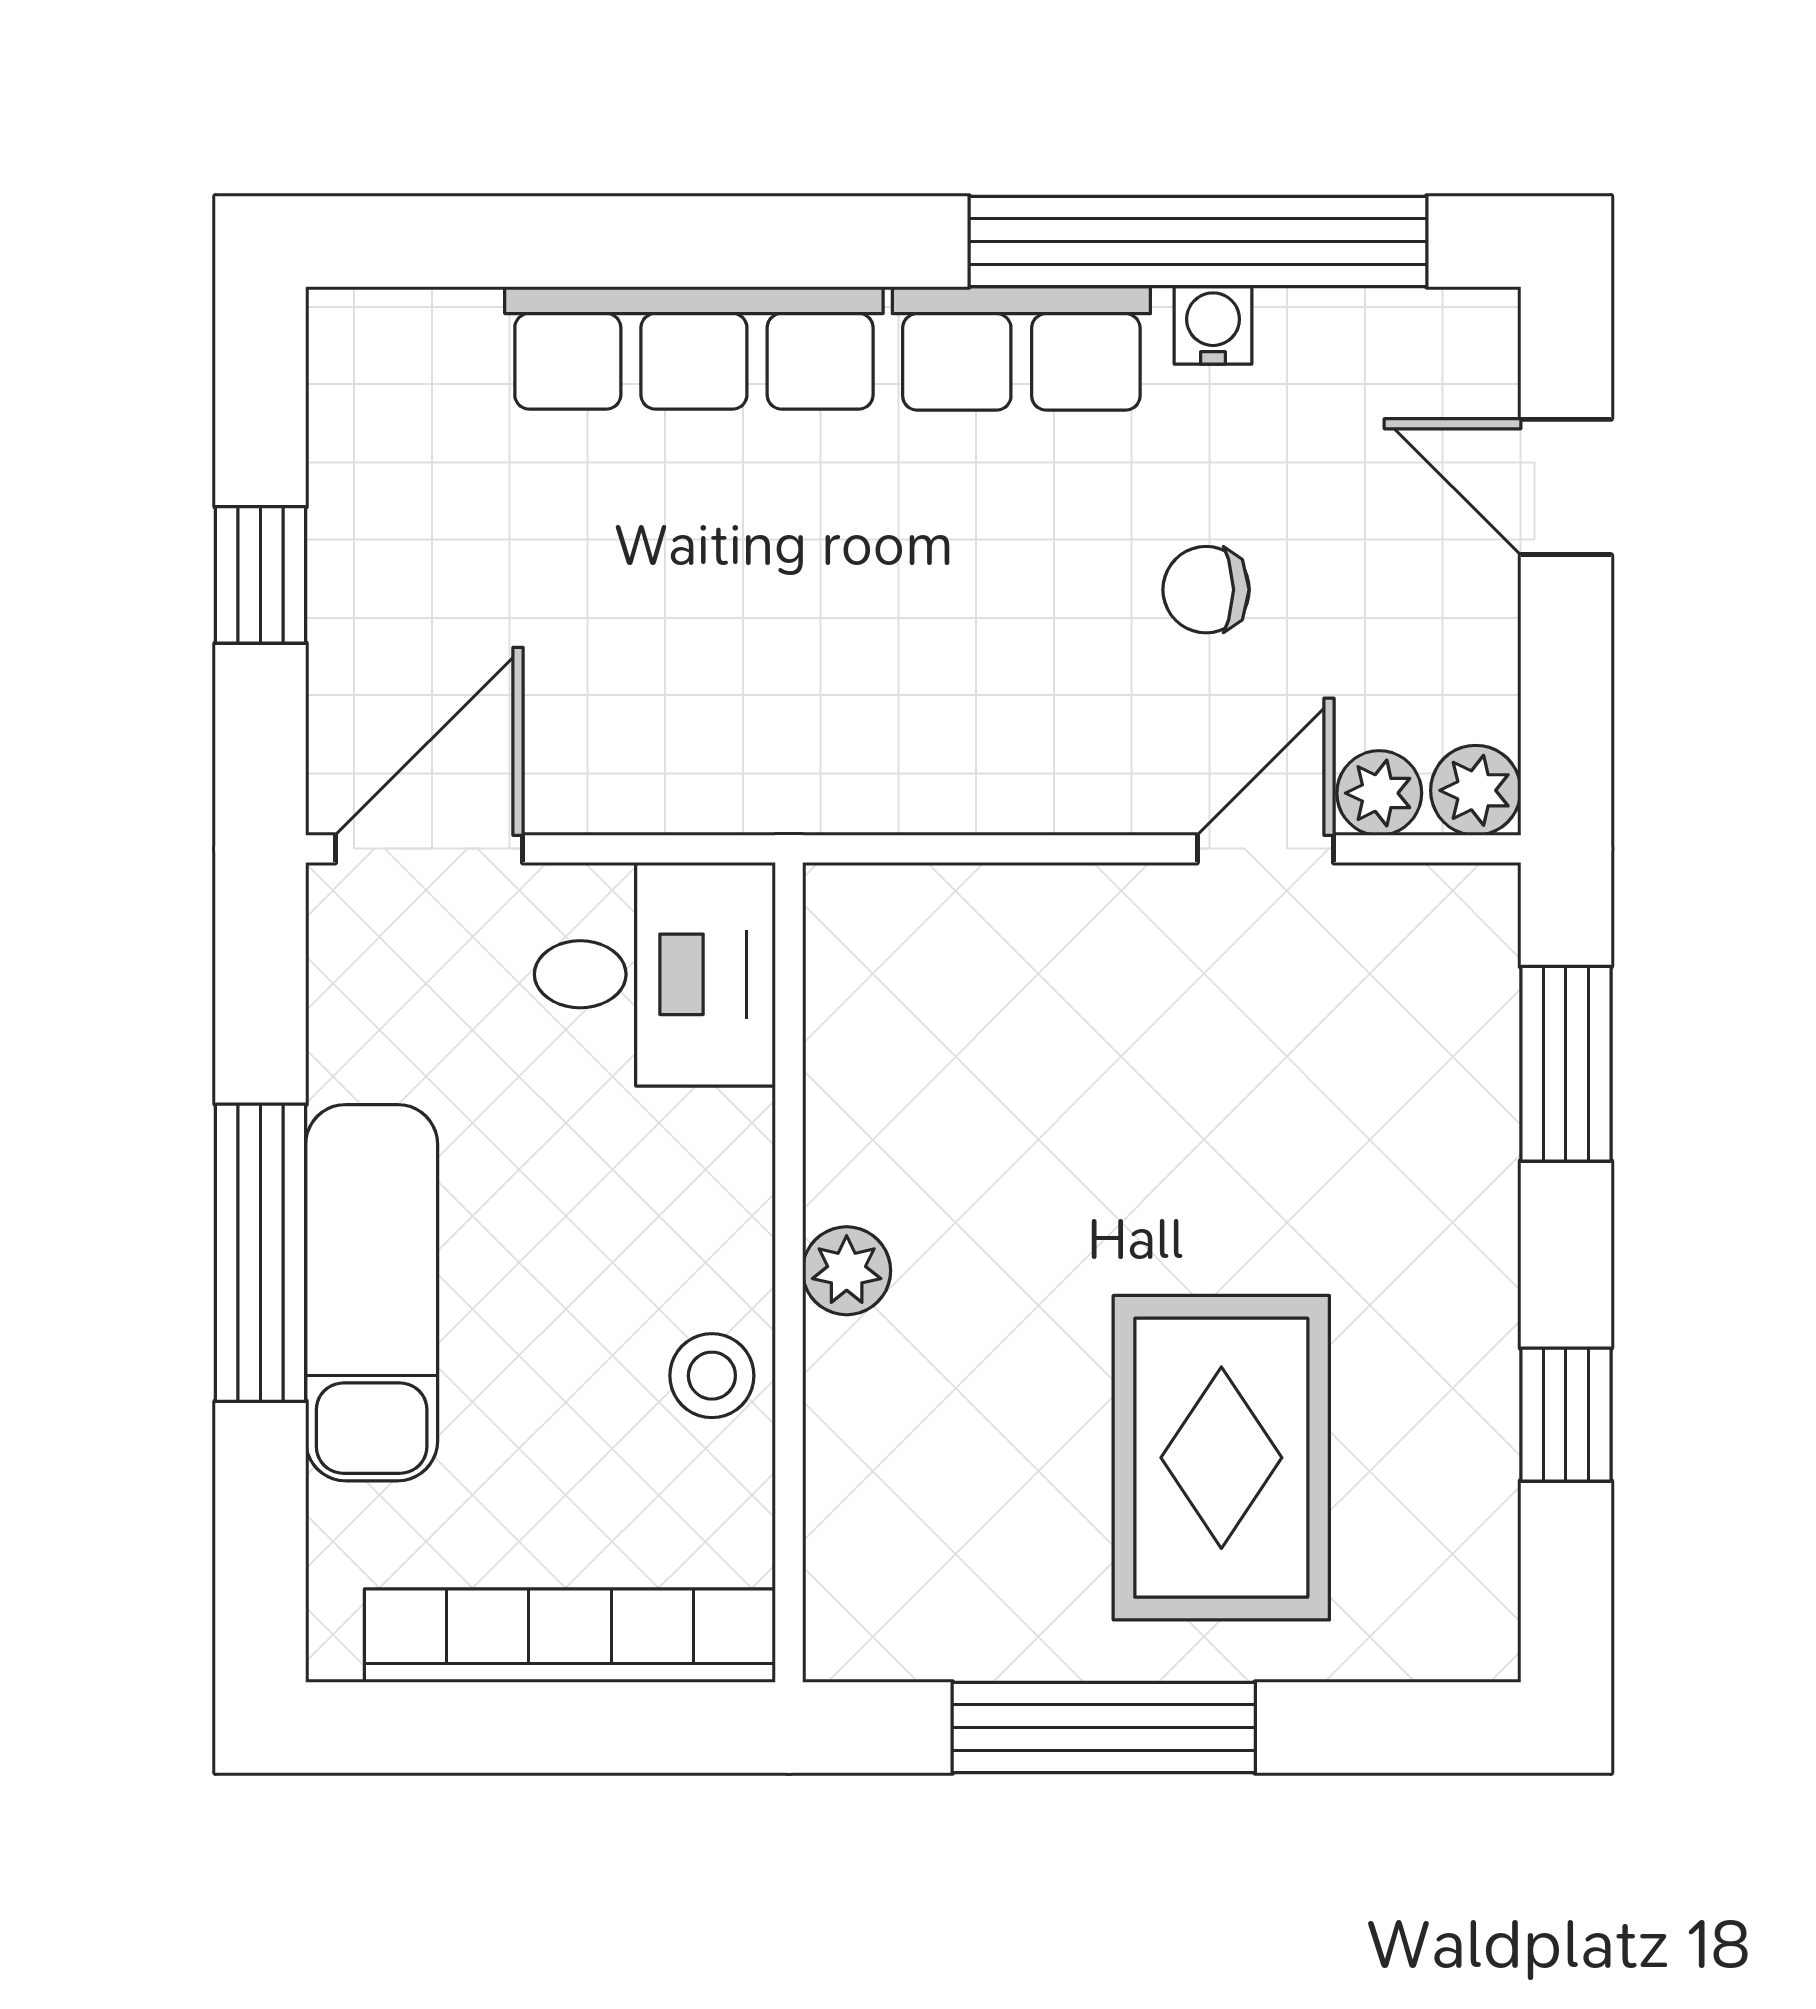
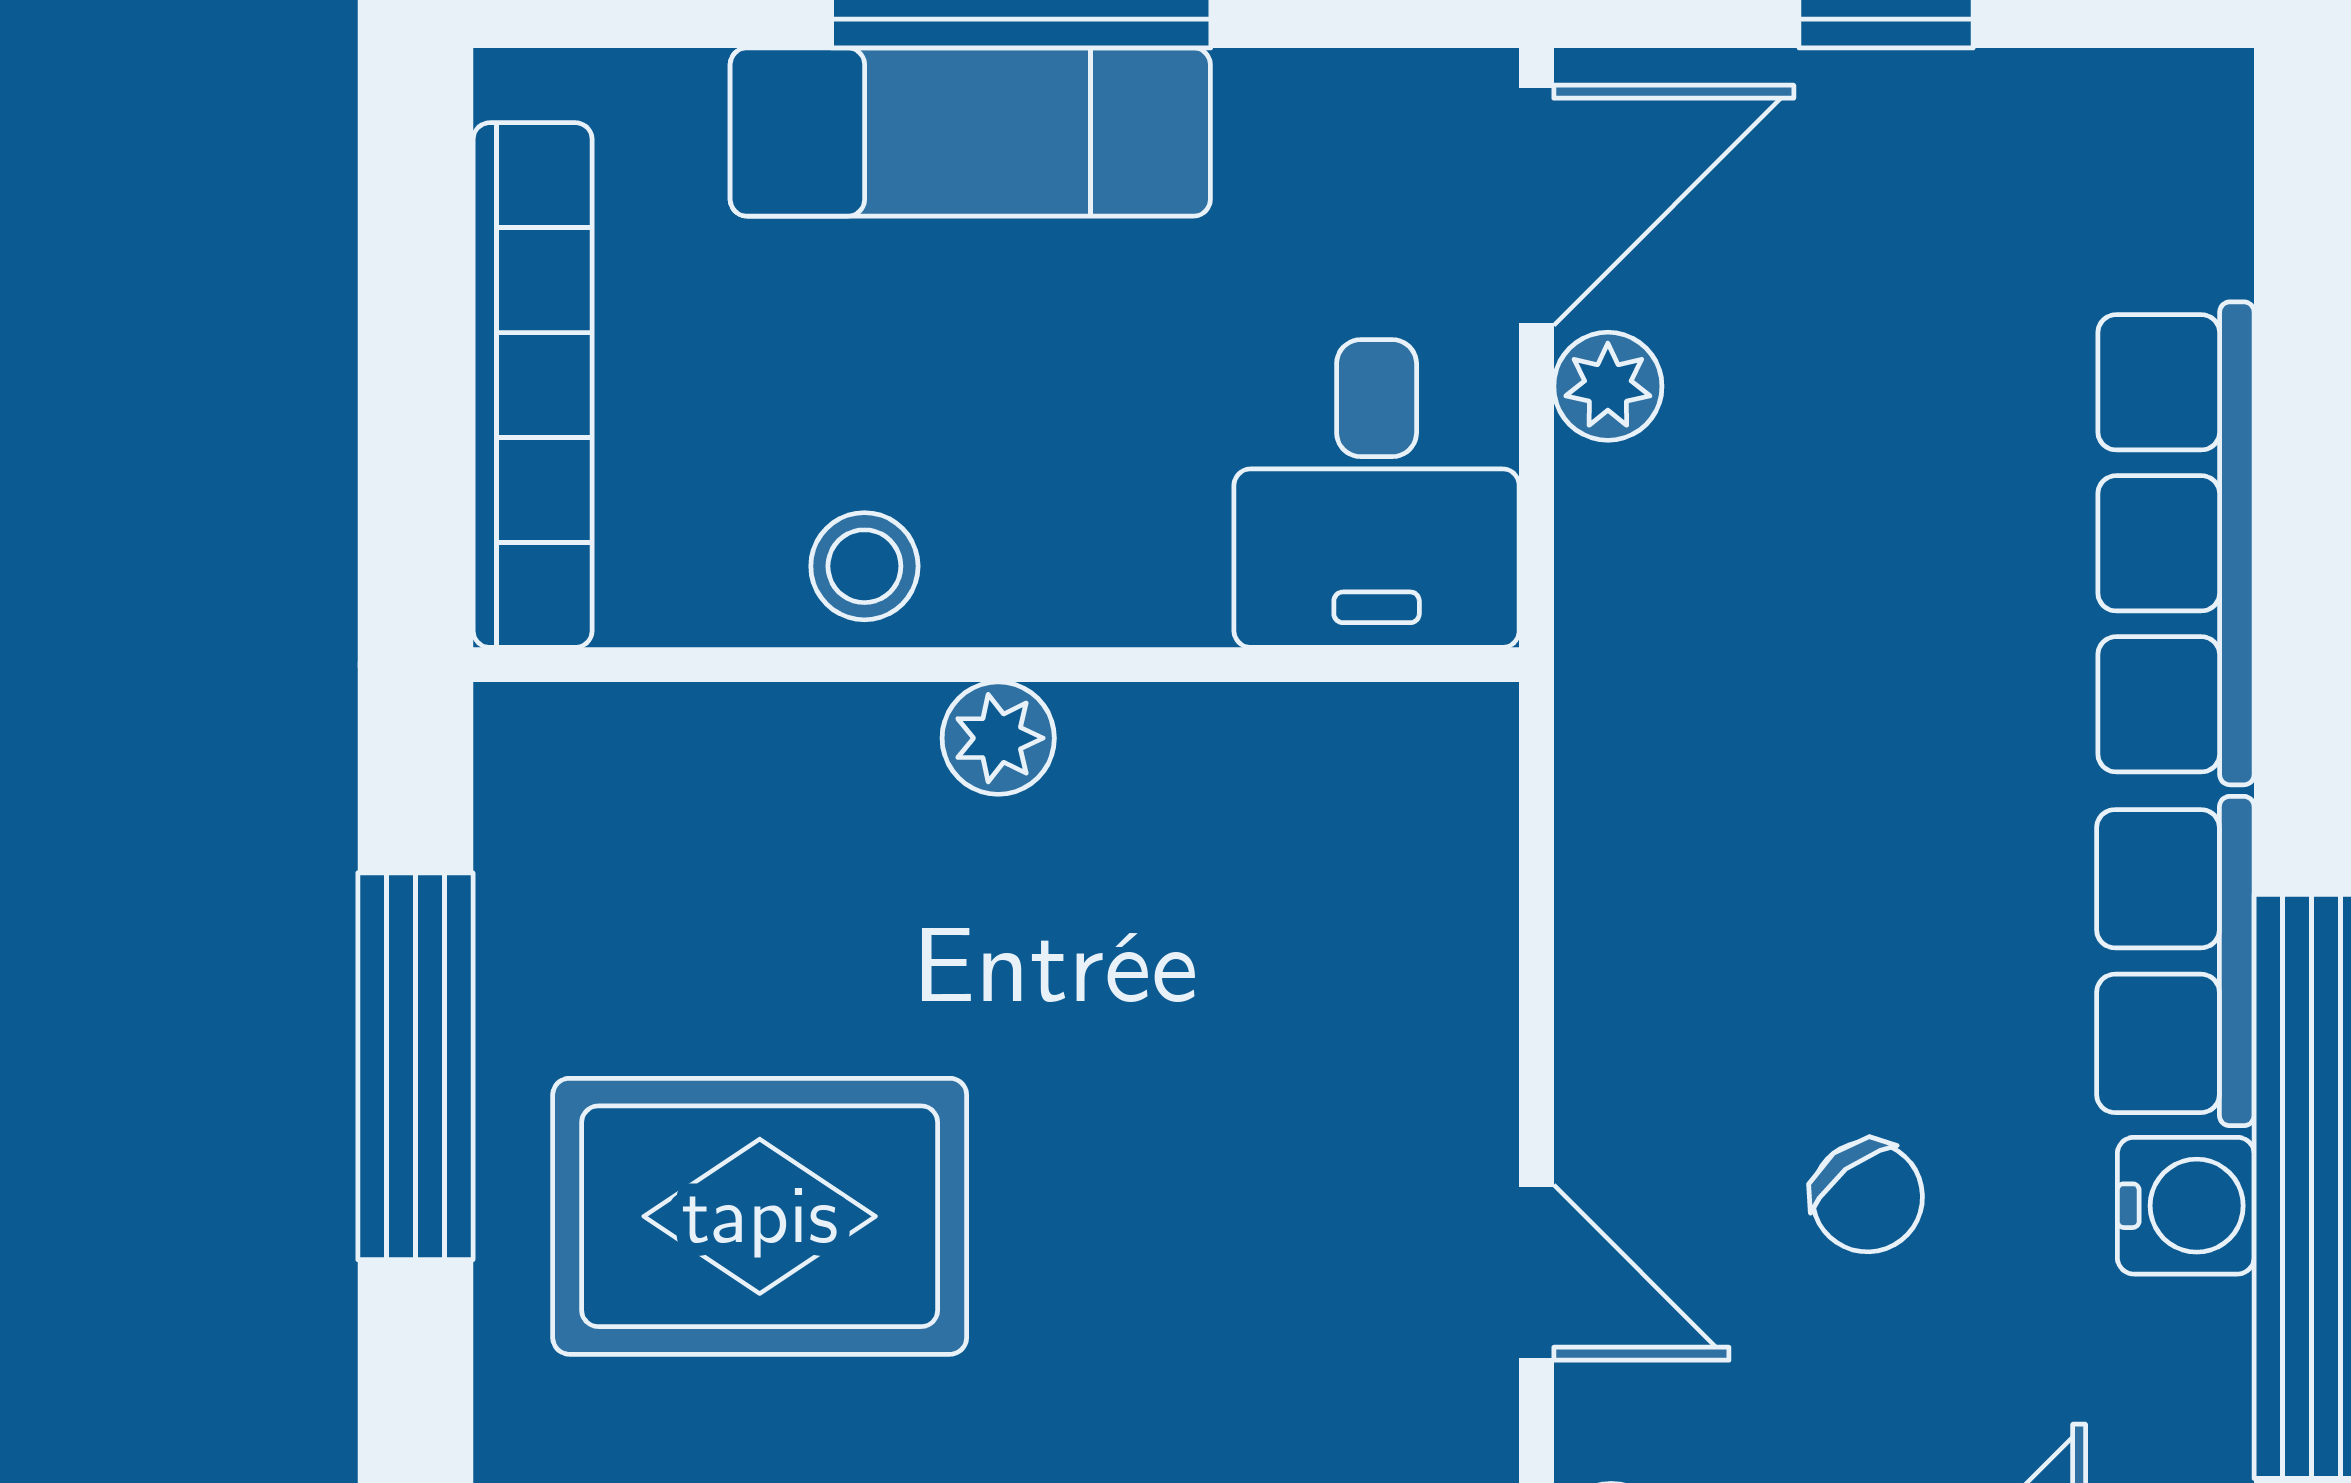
water cooler: (1213, 325) -> (2186, 1206), width x1.38, depth x1.38
chair: (1206, 590) -> (1867, 1197), turned 142
plant: (1379, 793) -> (1608, 386), moved
door: (429, 849) -> (1536, 205), hinge flipped

